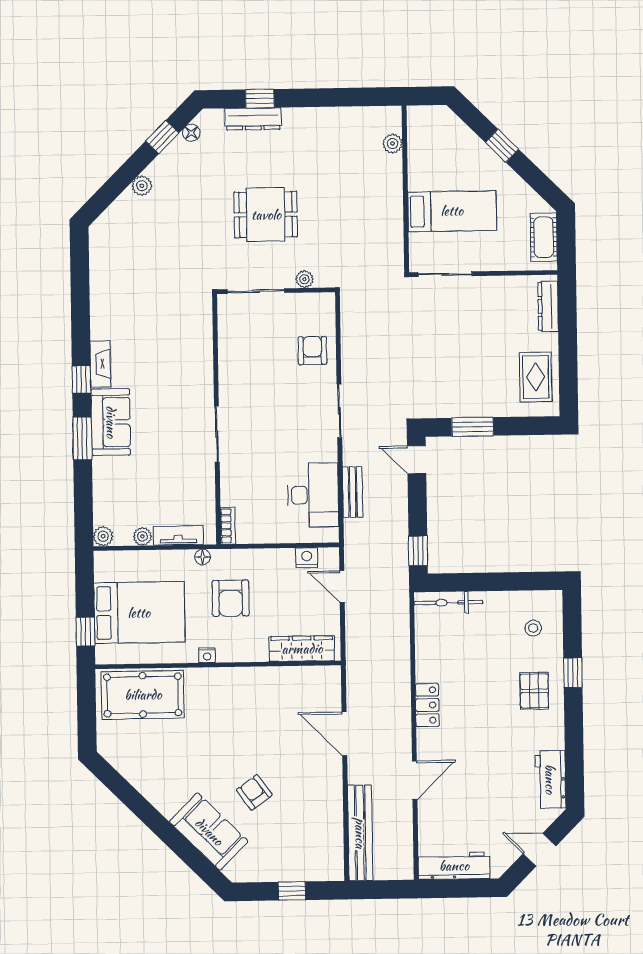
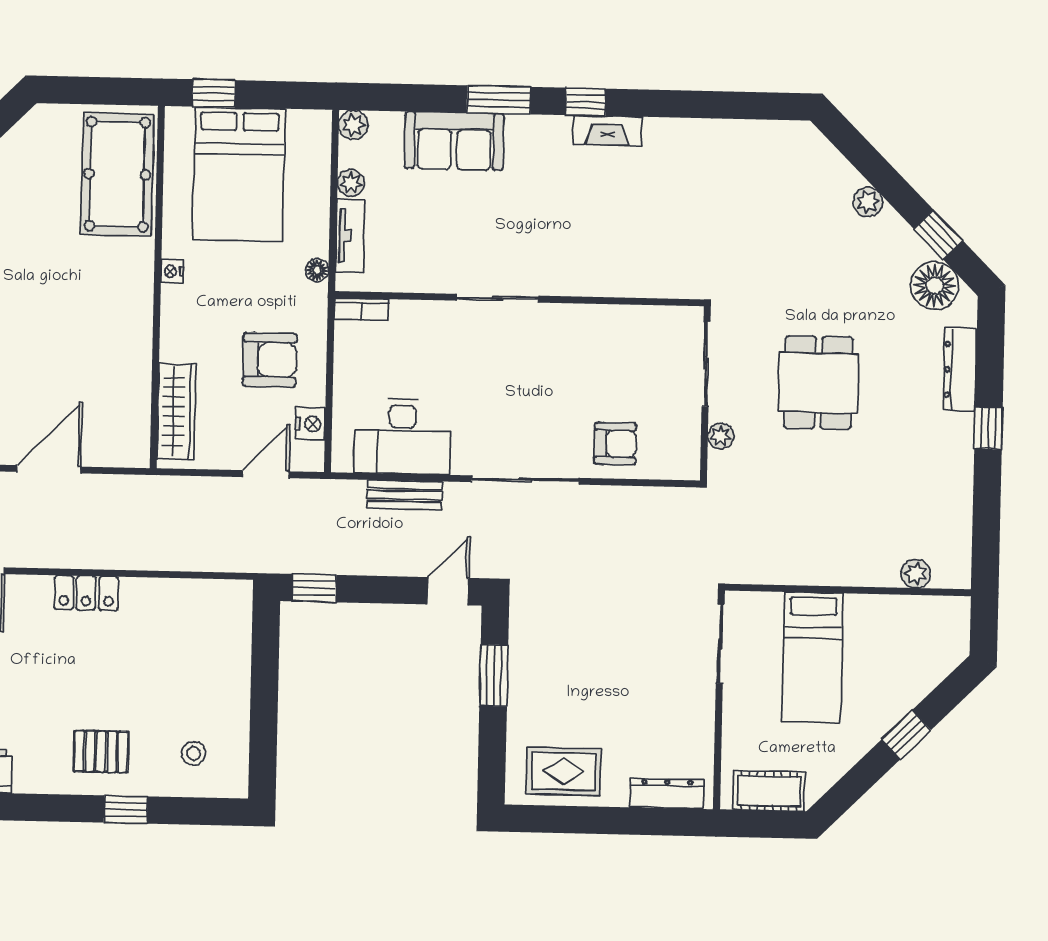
window: (260, 99) -> (988, 428), moved
floor lamp: (191, 133) -> (935, 286), width x1.89, depth x1.89
sliding door: (339, 411) -> (525, 480), width x1.37
sofa: (111, 422) -> (454, 141), moved
armchair: (231, 598) -> (270, 360), moved, turned 180
bicycle: (448, 603) -> (236, 630), removed

